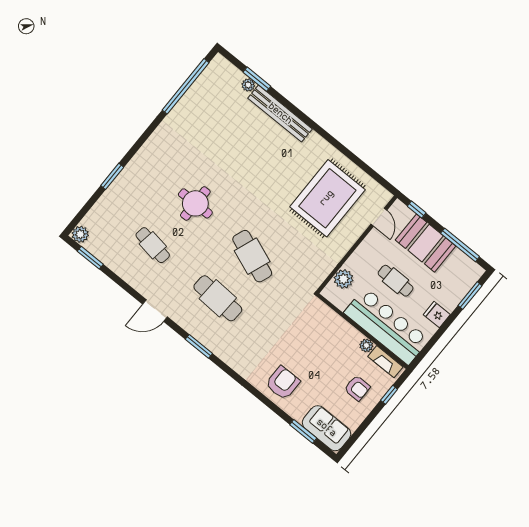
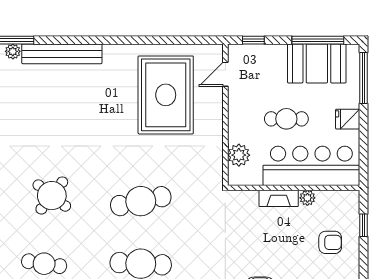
round table: (195, 203) -> (52, 196), turned 38
door: (379, 217) -> (225, 74), swing flipped
booth: (426, 243) -> (317, 63), moved
cafe table: (252, 256) -> (141, 201), turned -33
window: (470, 296) -> (364, 78), width x1.44
fireplace: (385, 362) -> (279, 198), moved

